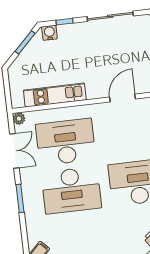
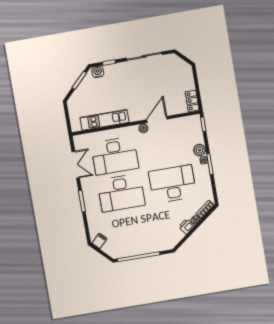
plant: (19, 119) -> (143, 128), moved
desk: (66, 142) -> (115, 156), turned 180

